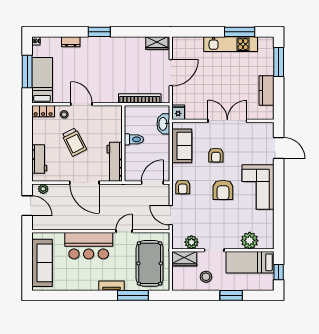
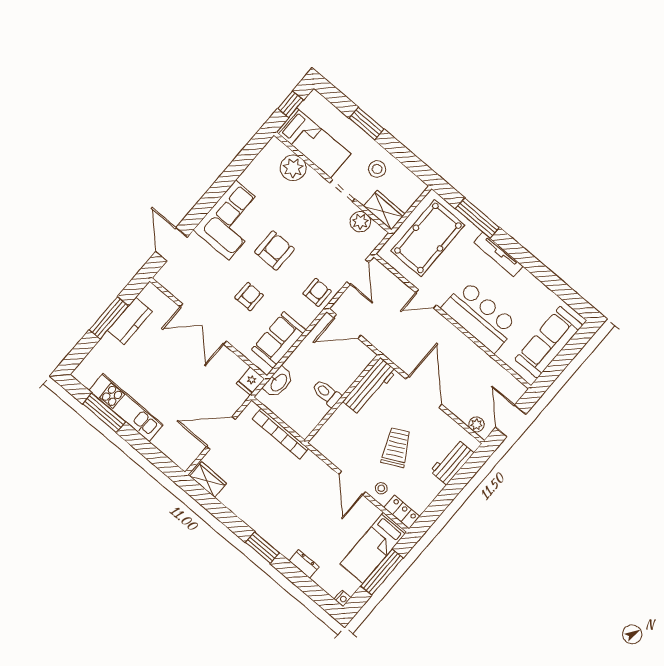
window: (279, 62) -> (109, 318), moved
tv unit: (111, 286) -> (498, 254), width x1.41

